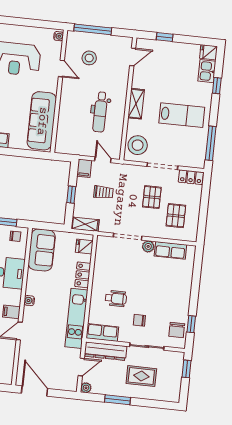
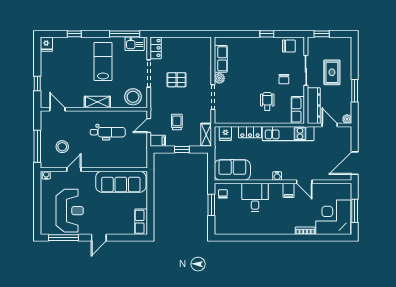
kitchen sink: (207, 71) -> (135, 44), moved
pallet: (176, 216) -> (190, 57), removed
window: (191, 324) -> (267, 34), moved

